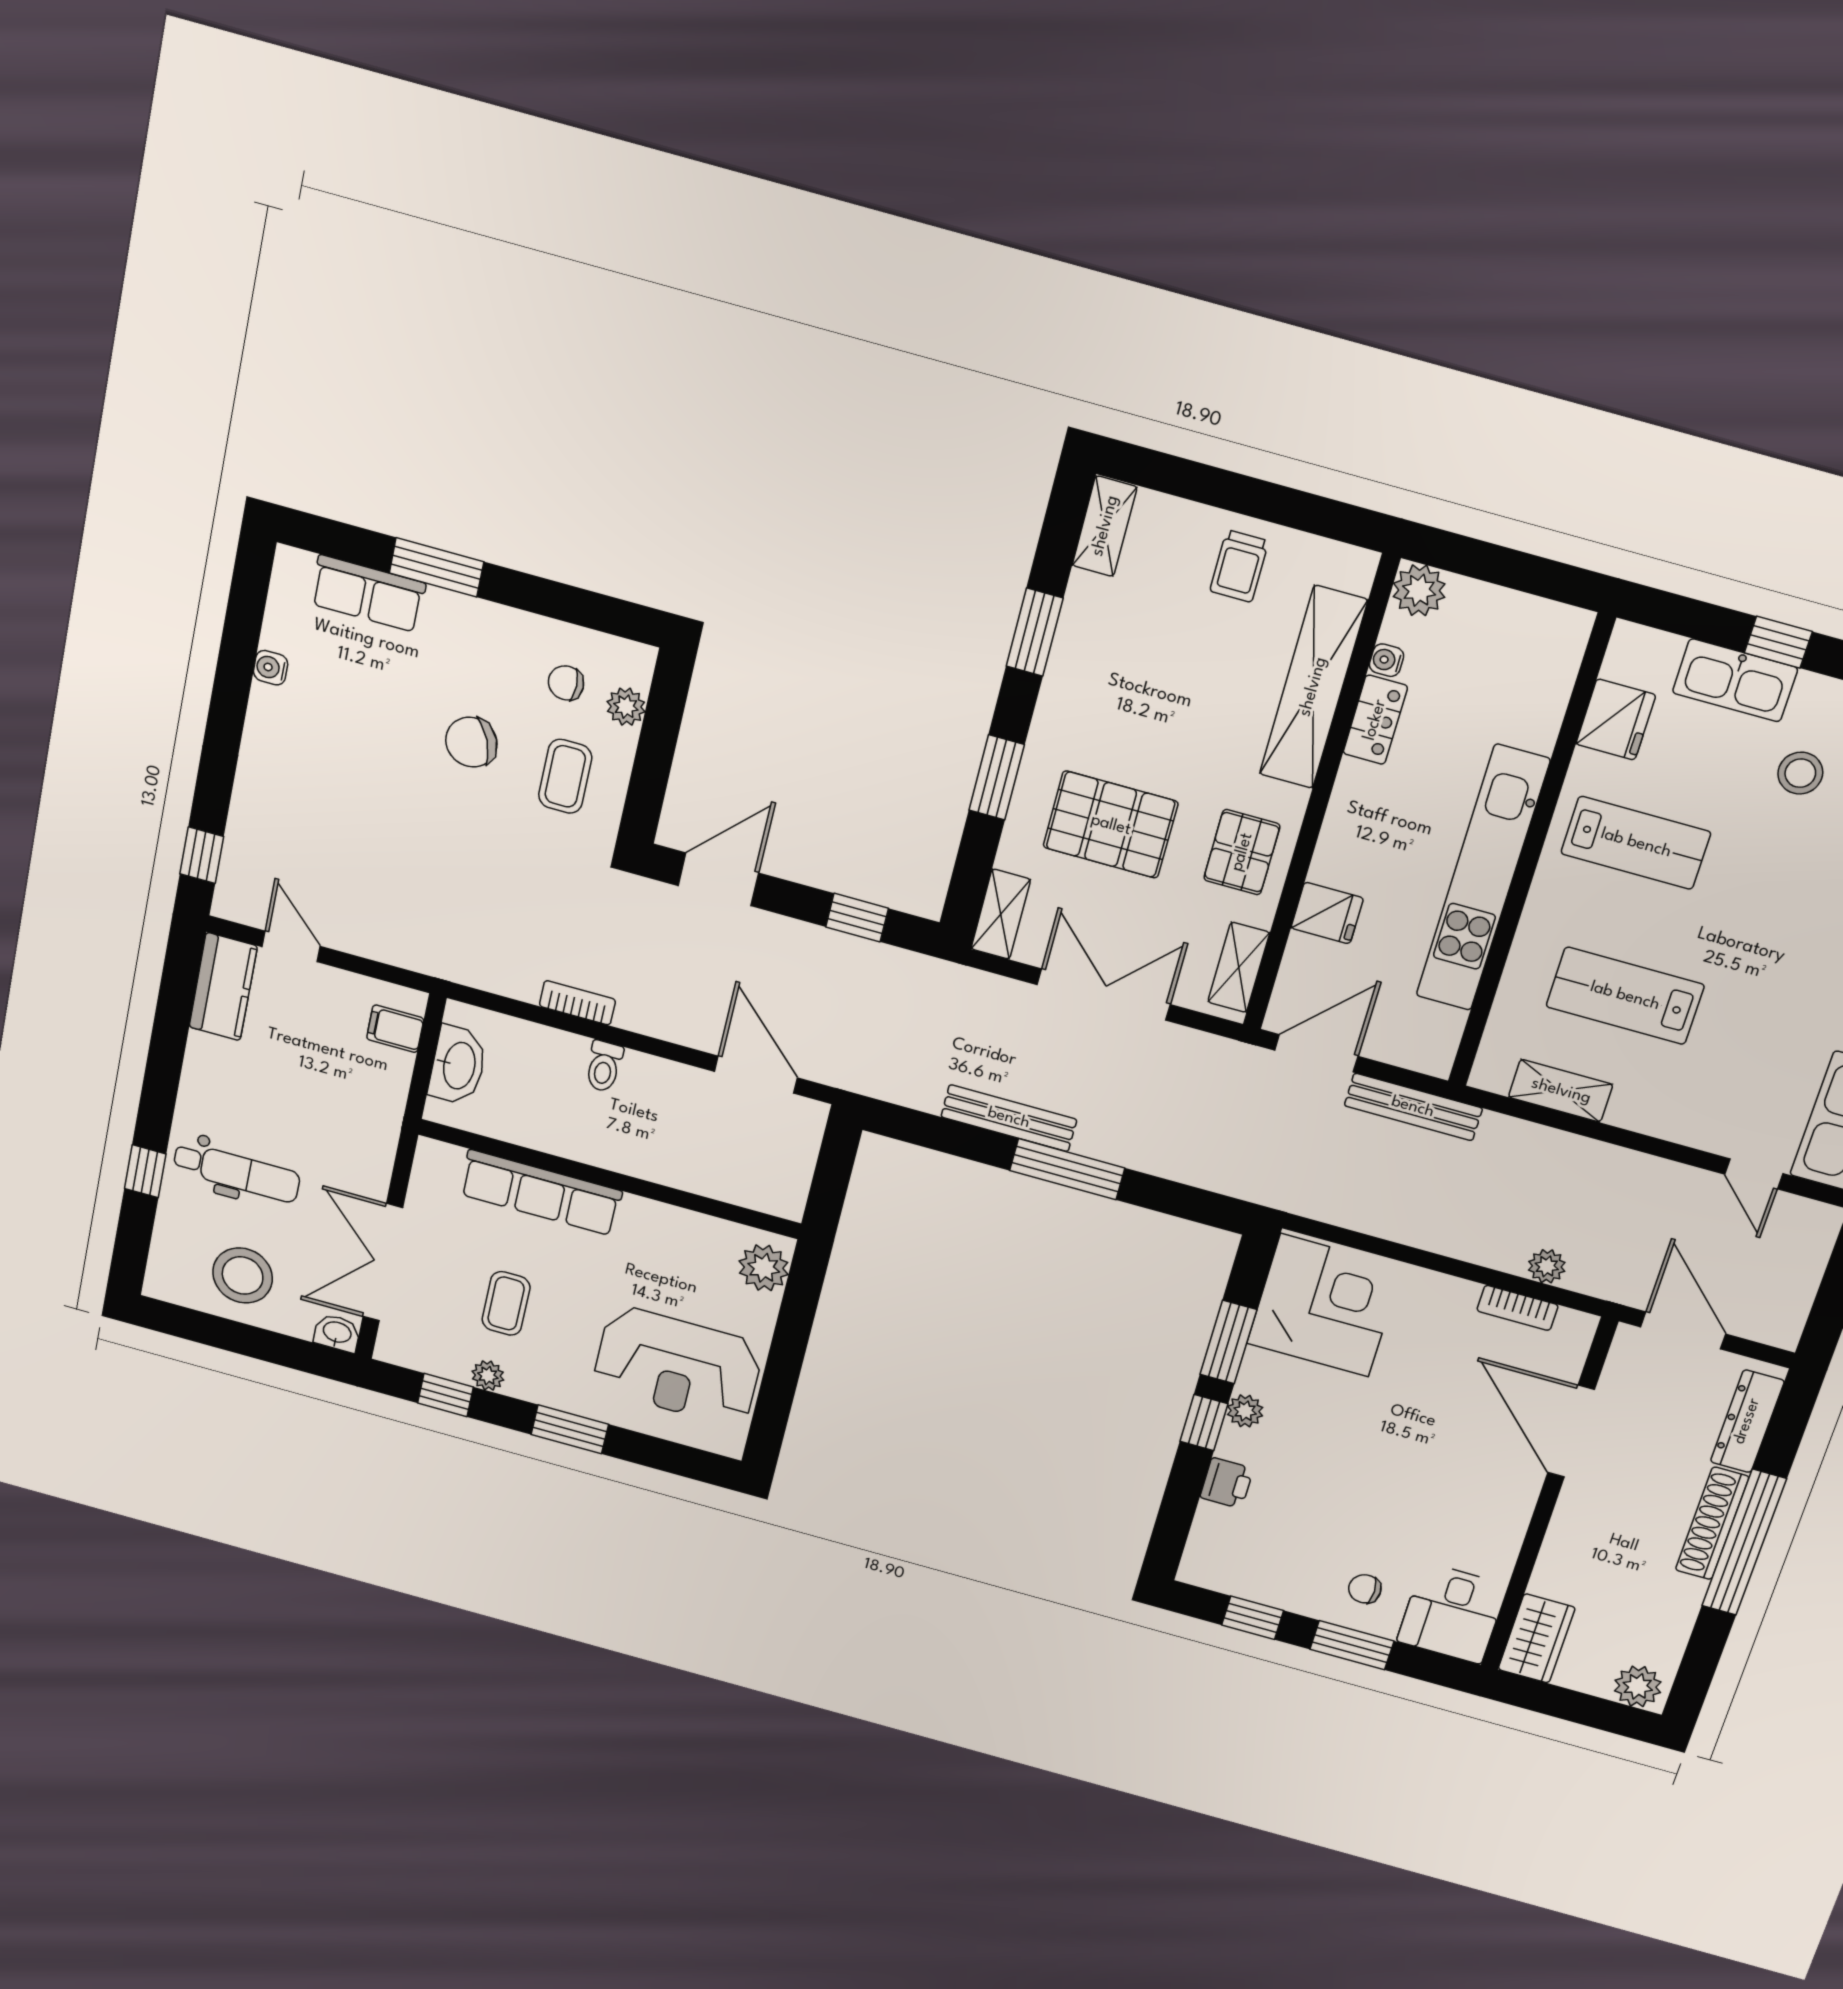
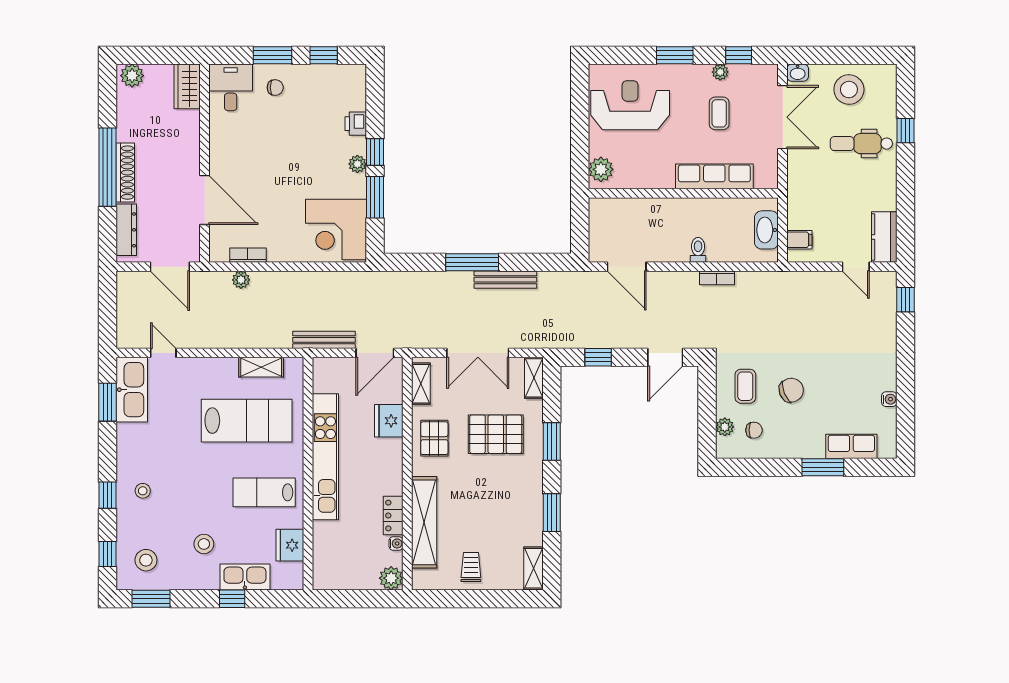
fridge: (1327, 913) -> (389, 421), width x1.38
lab bench: (1625, 996) -> (247, 421), width x1.36, depth x1.39

